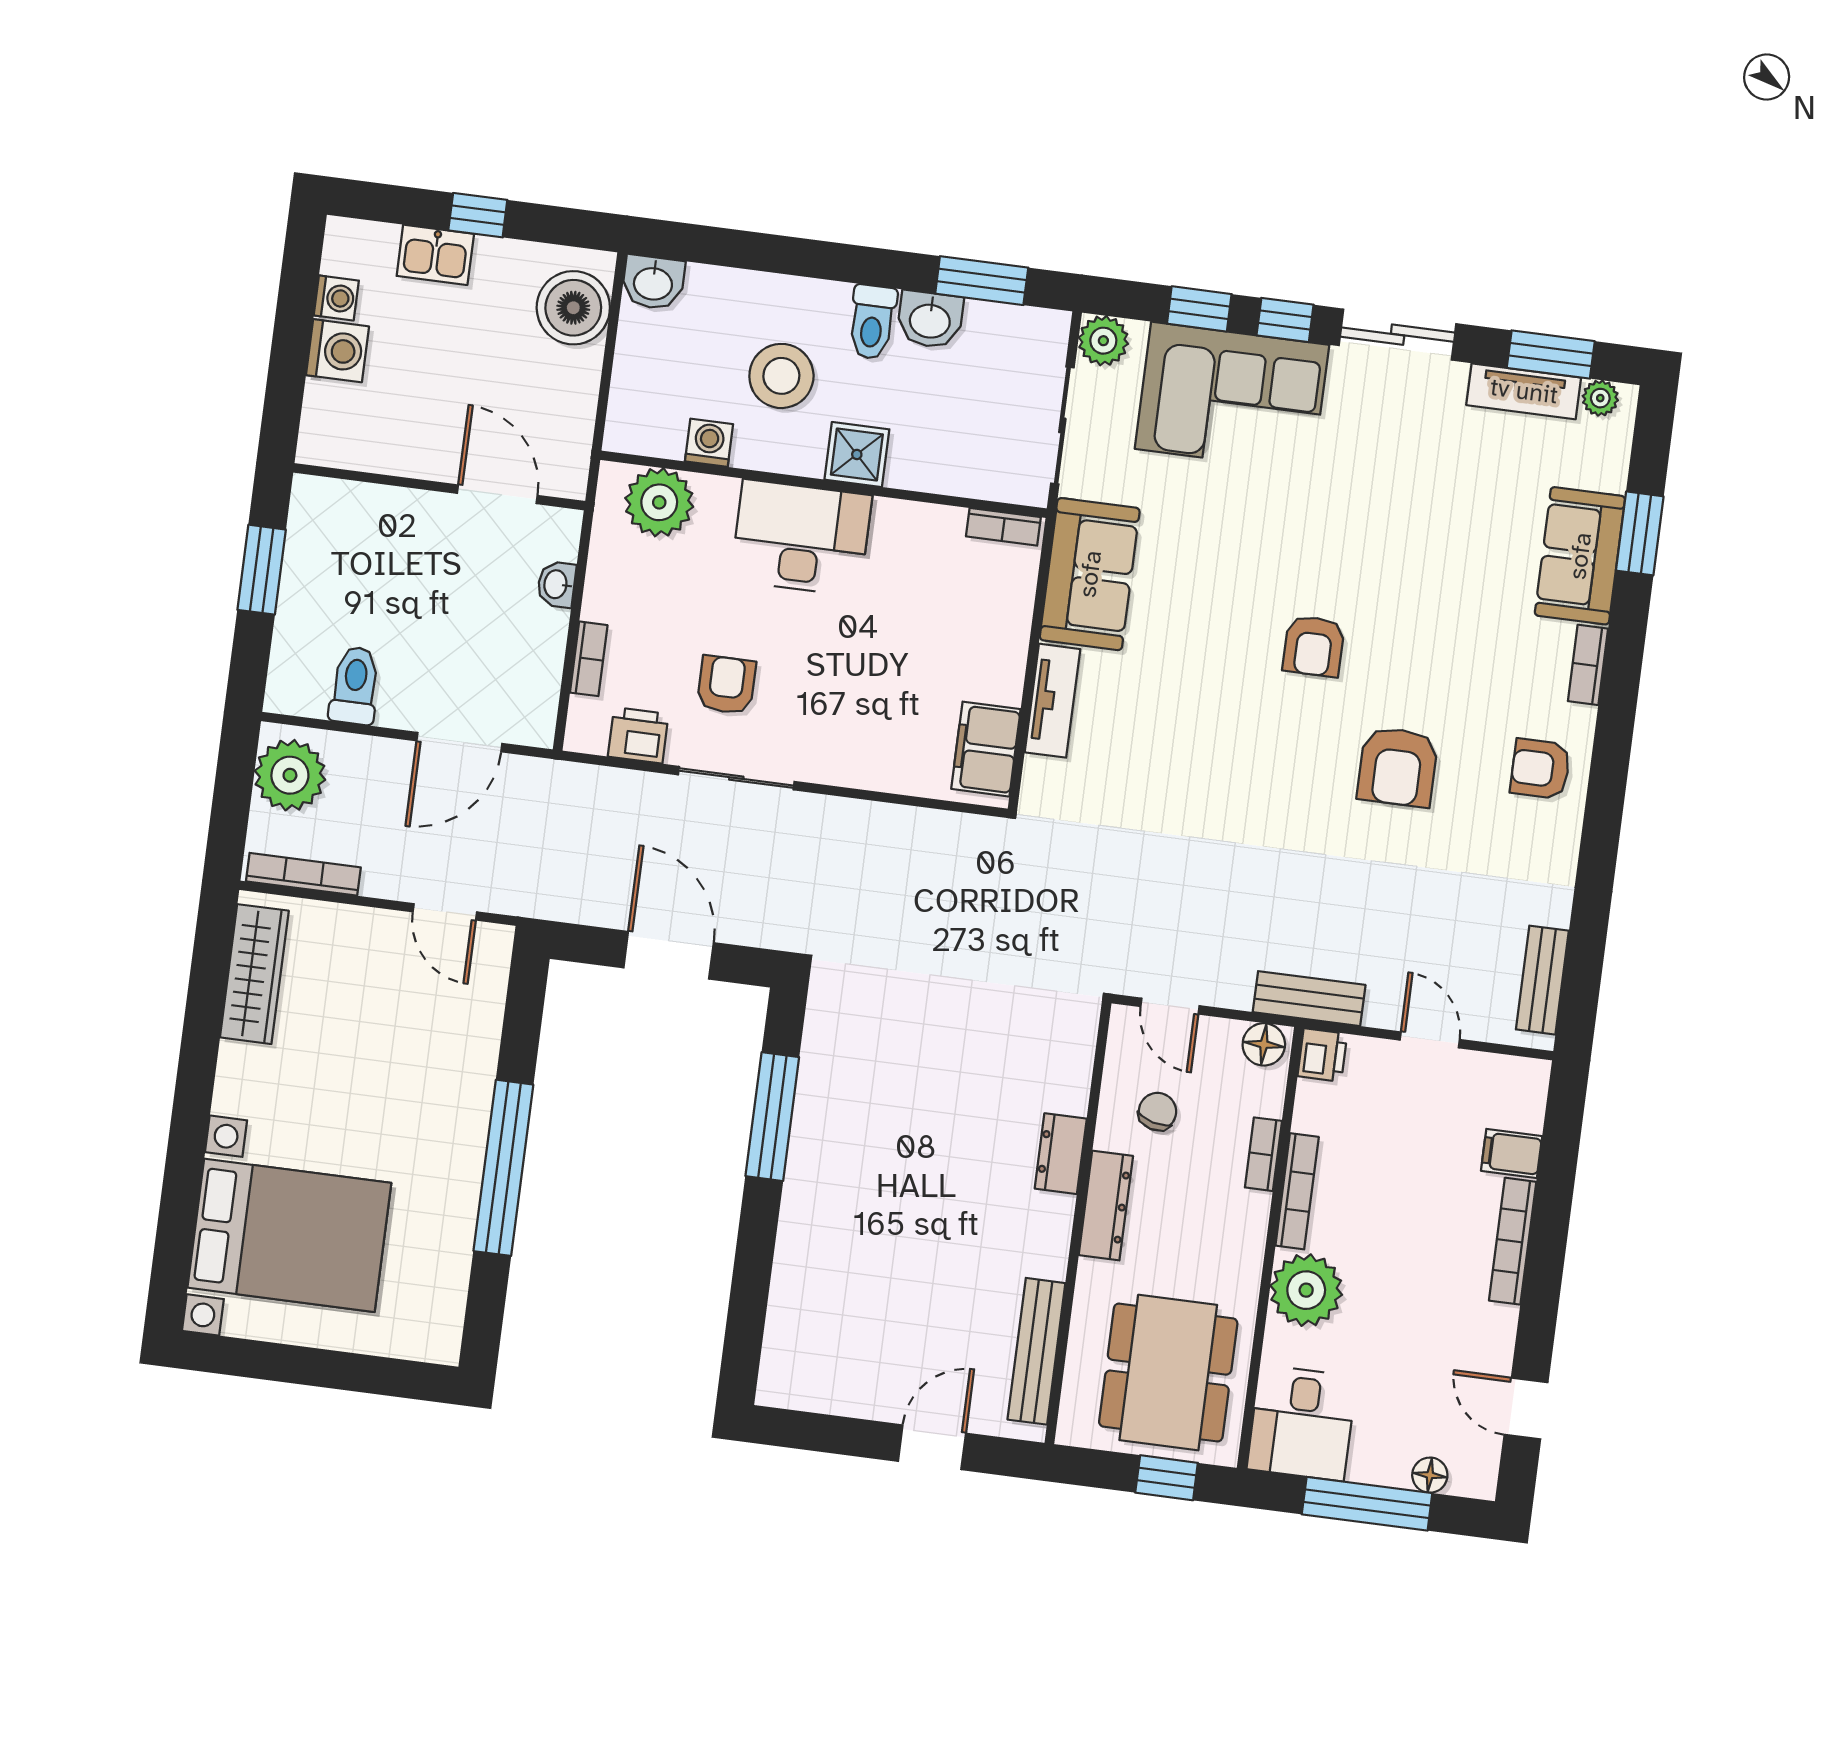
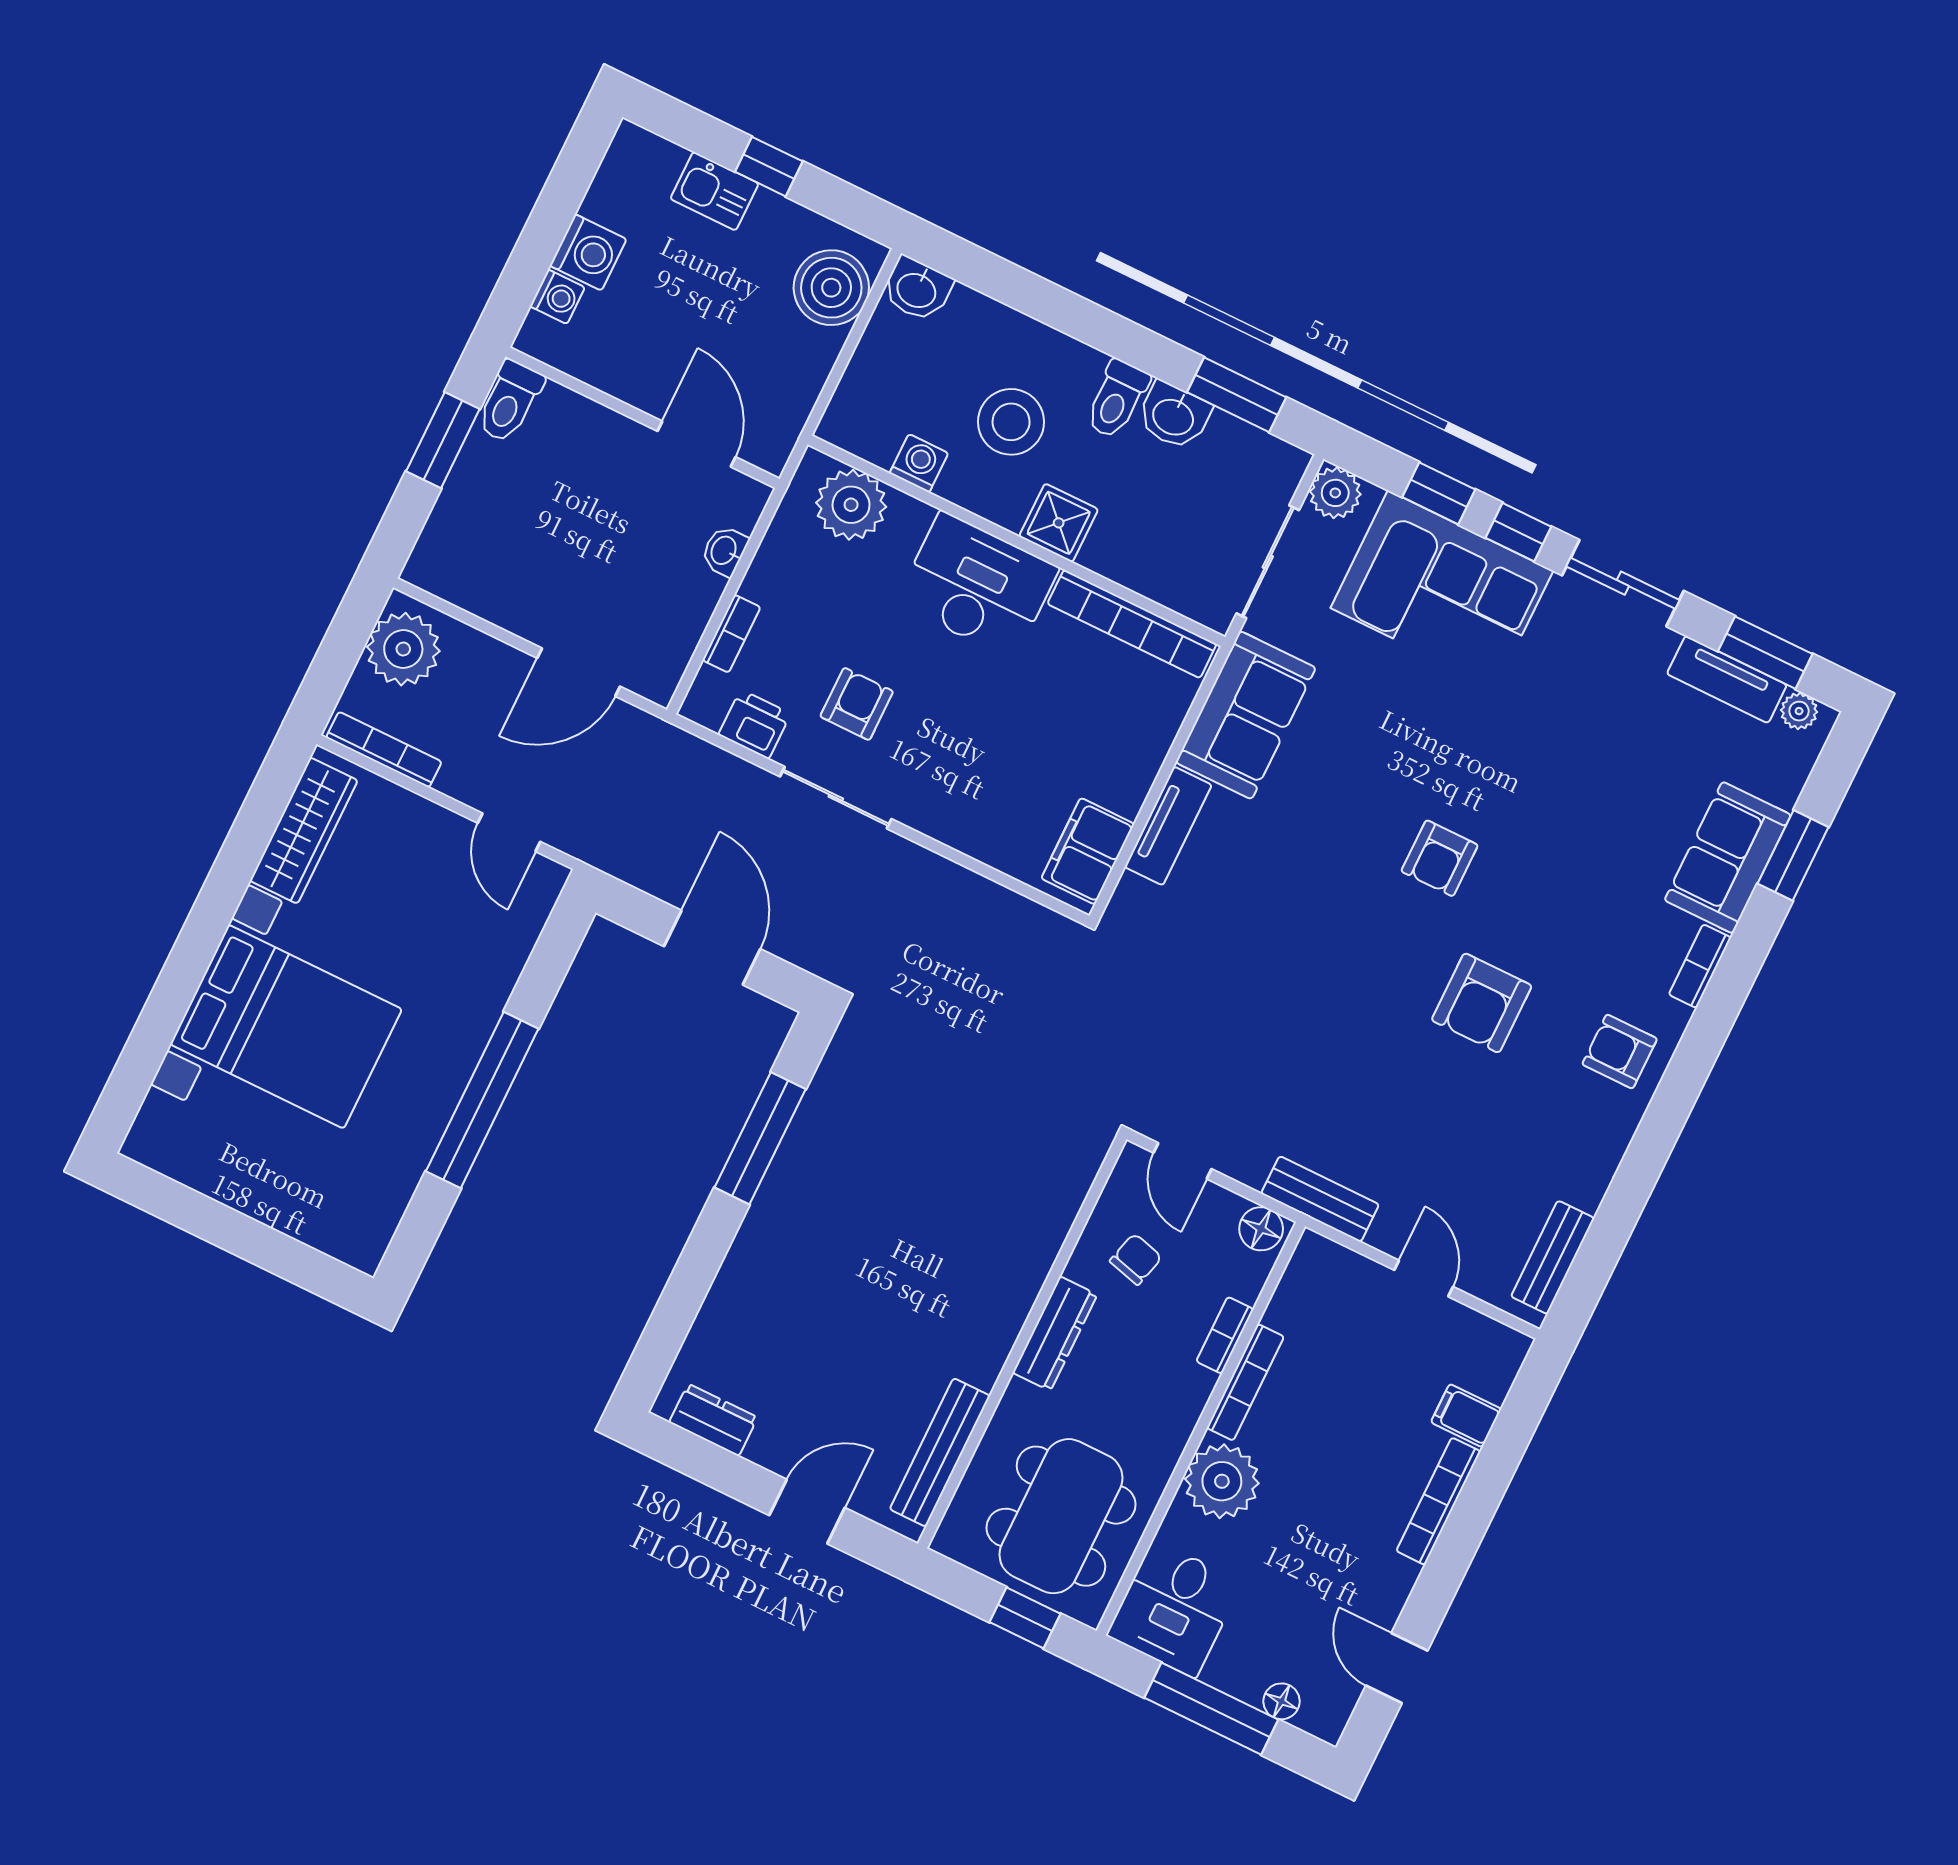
washing machine: (336, 298) -> (557, 297), moved
bookcase: (1003, 527) -> (1132, 624), width x2.31, depth x1.31
toilet: (355, 685) -> (510, 402), moved, turned 180
printer: (1322, 1055) -> (1314, 1258), removed
dresser: (1061, 1154) -> (713, 1420), moved, turned 90
bed with nightstands: (289, 1235) -> (286, 1027), moved

